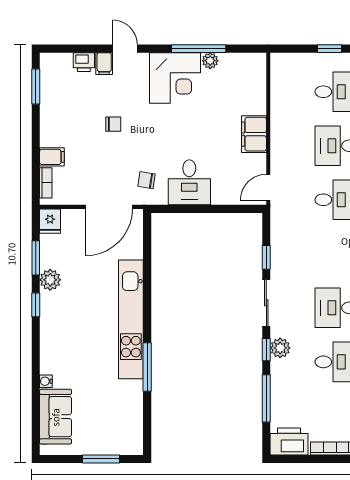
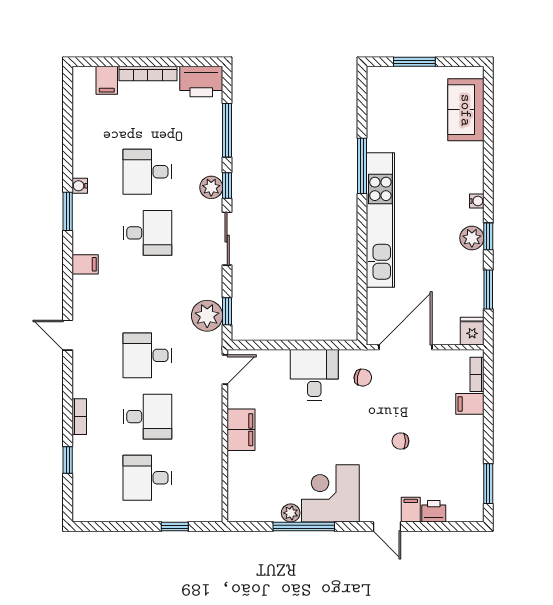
window: (330, 49) -> (175, 527), moved
plant: (284, 235) -> (207, 316), added
window: (266, 257) -> (227, 311), moved
plant: (50, 280) -> (472, 238), moved
water cooler: (46, 381) -> (477, 201), moved

